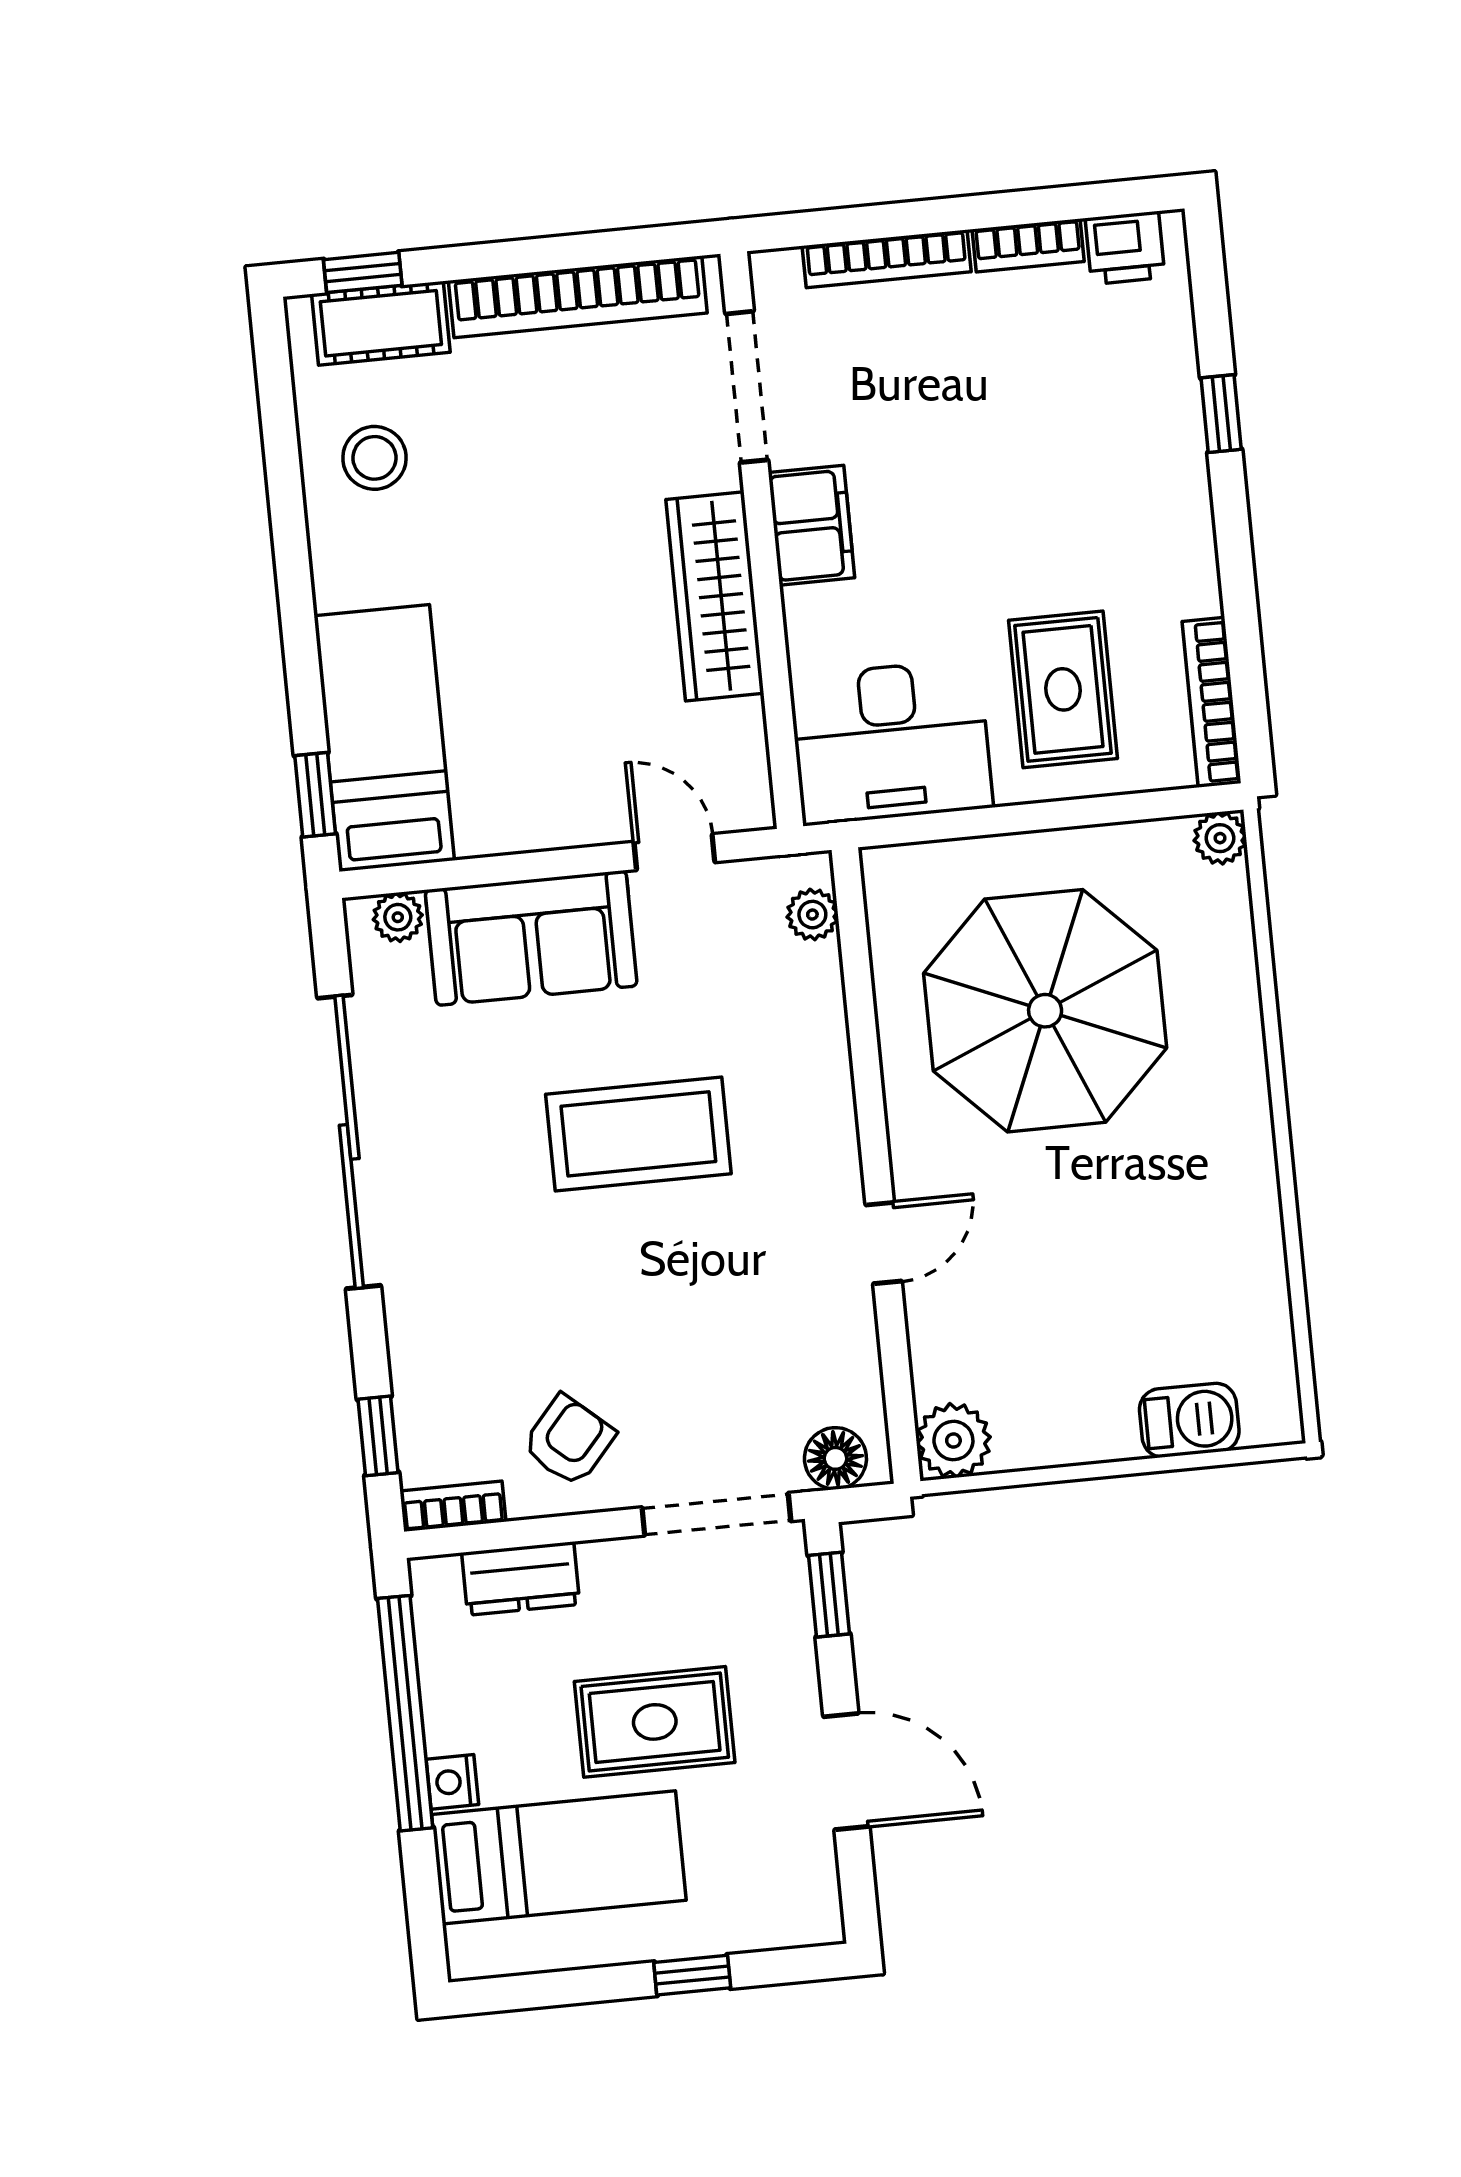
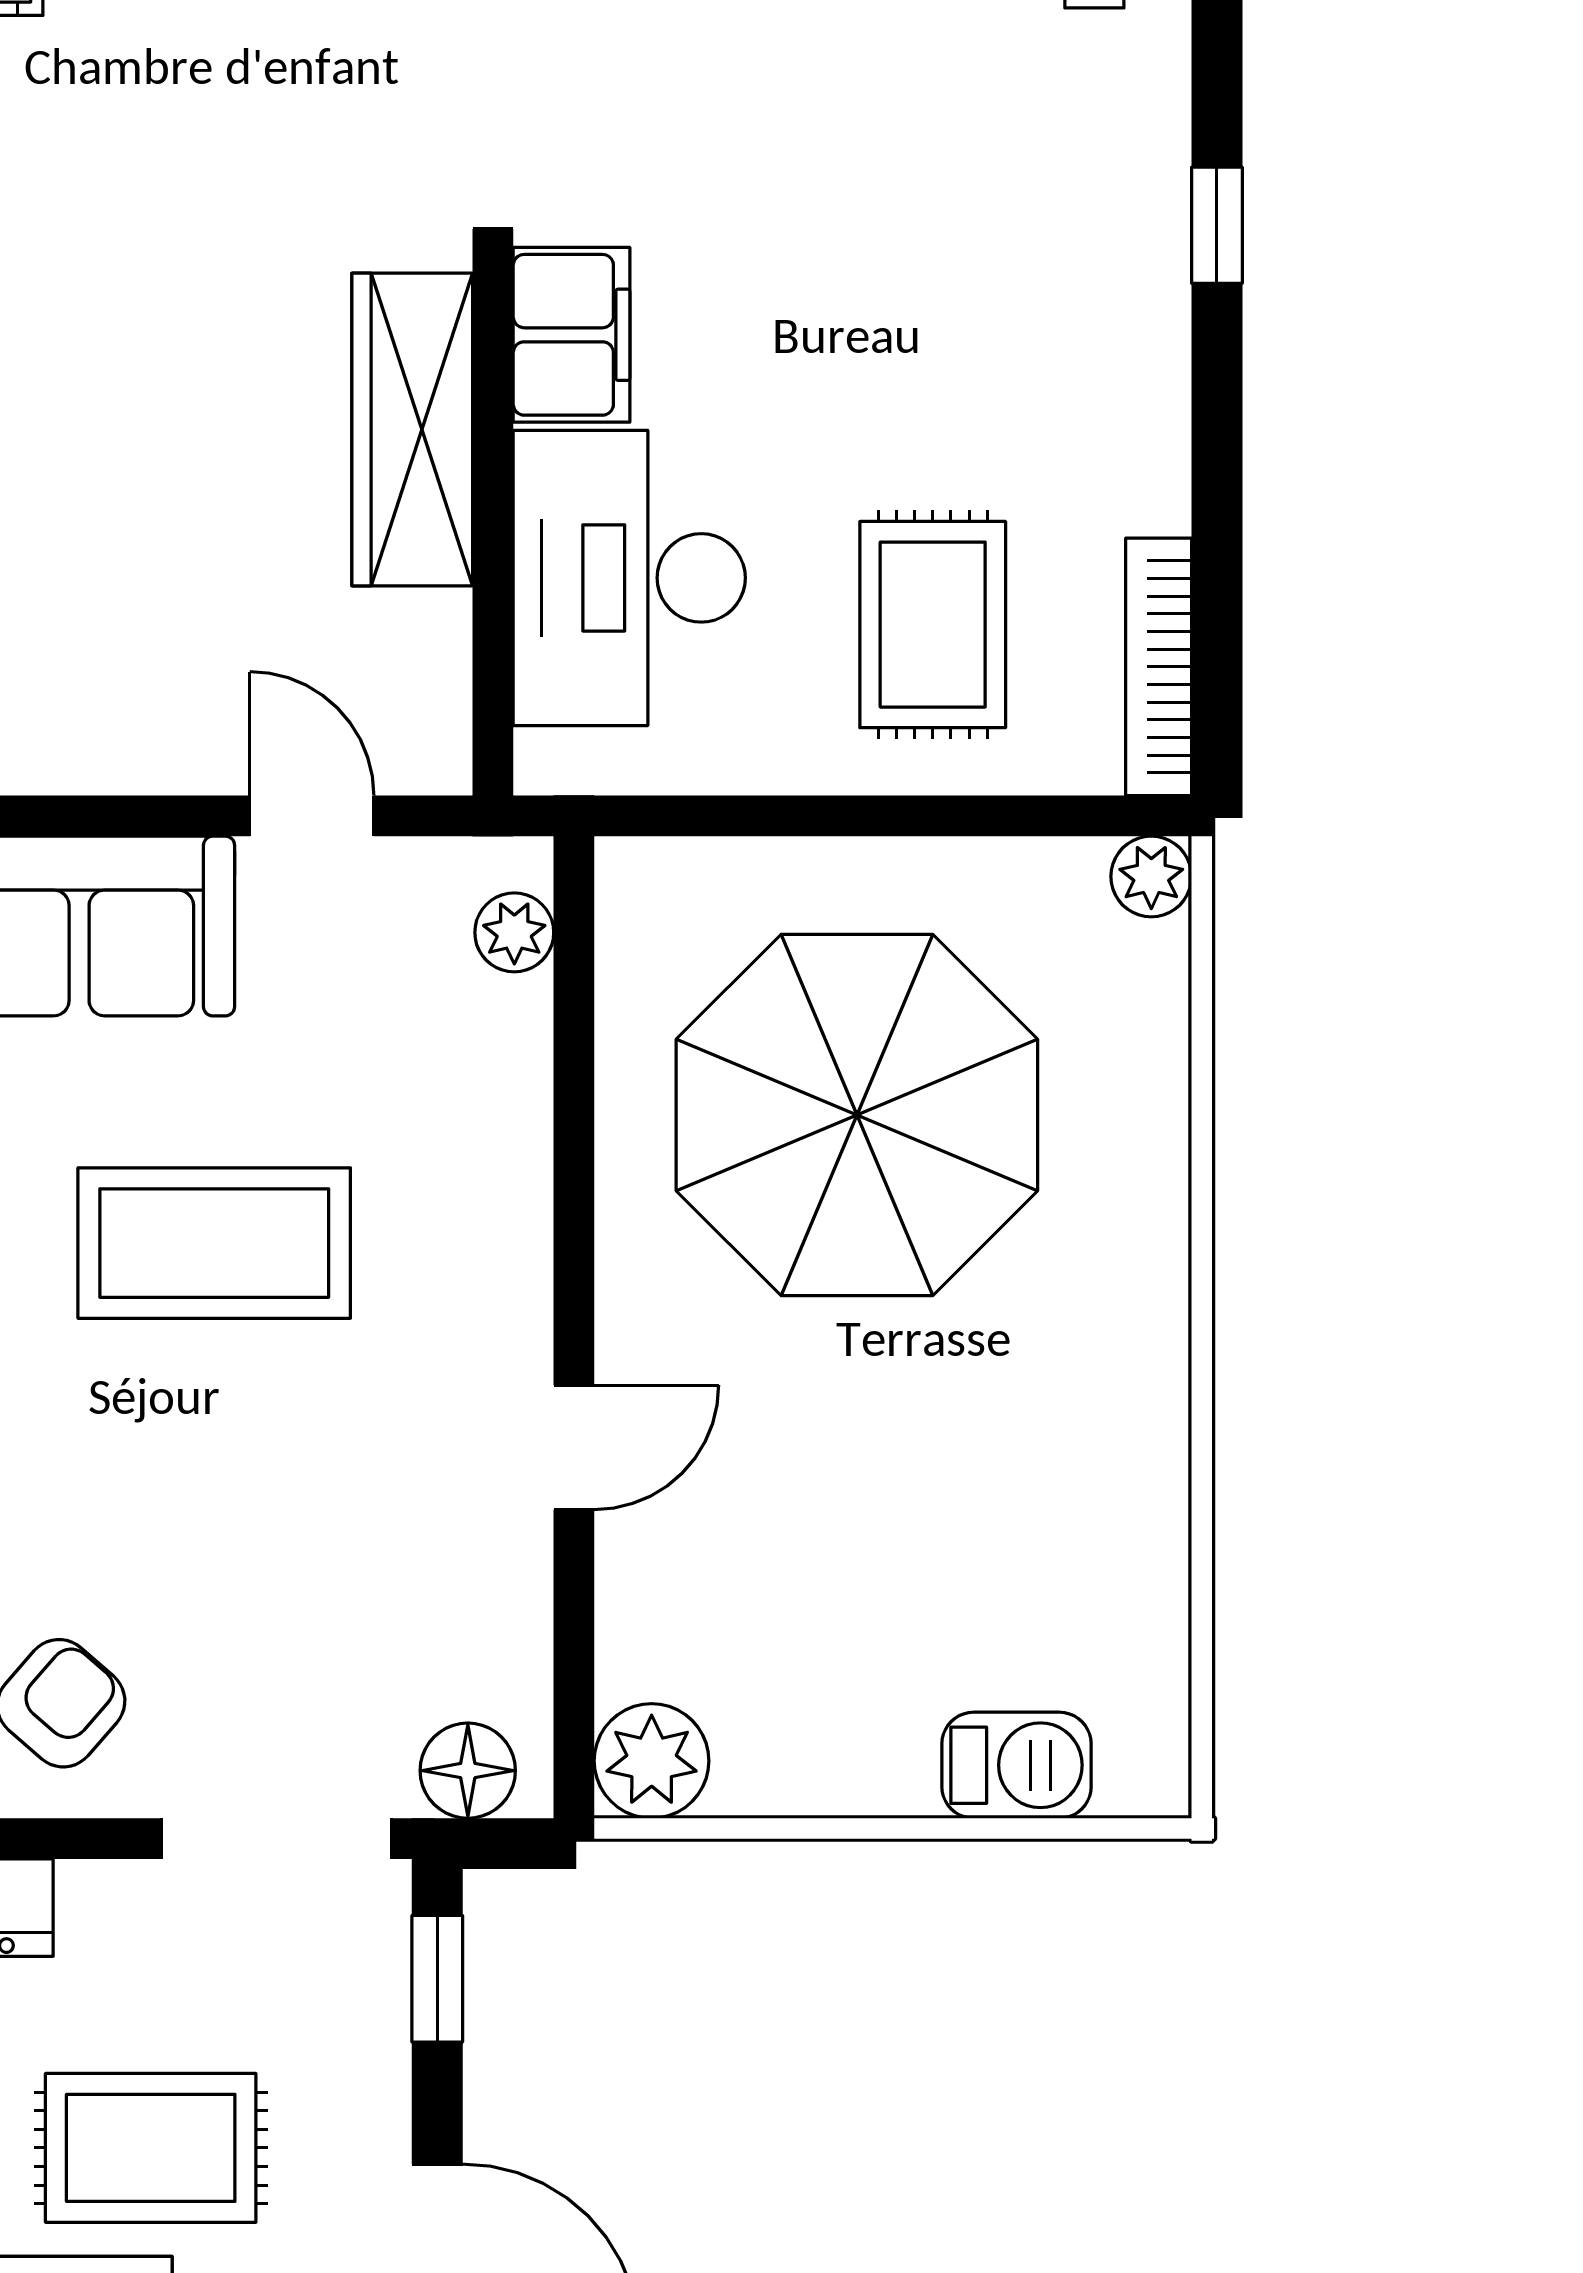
desk: (891, 742) -> (629, 578), moved, turned 90

